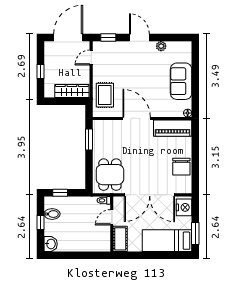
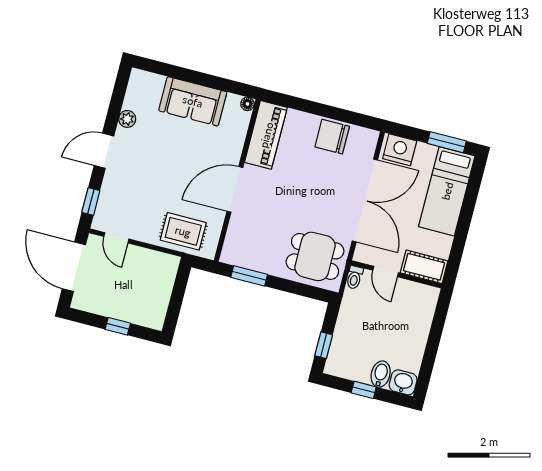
wardrobe: (72, 91) -> (163, 283), removed
chair: (181, 167) -> (332, 137), turned 180
bidet: (52, 214) -> (381, 374), moved

